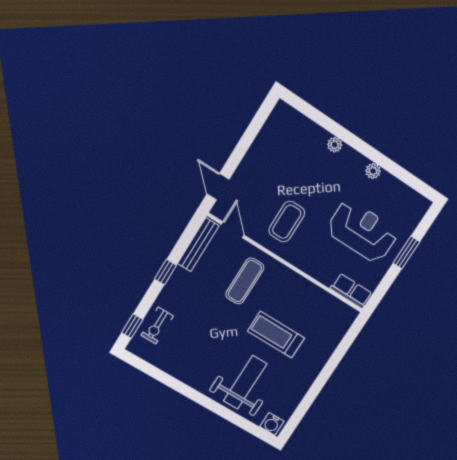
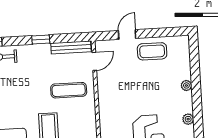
door: (218, 187) -> (127, 34), moved
coffee table: (287, 222) -> (152, 51), moved

